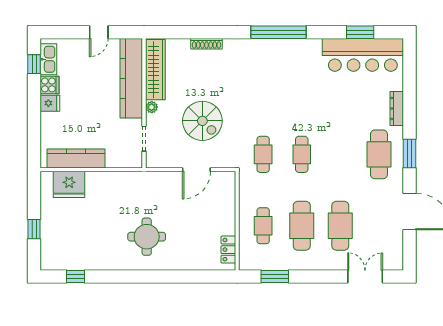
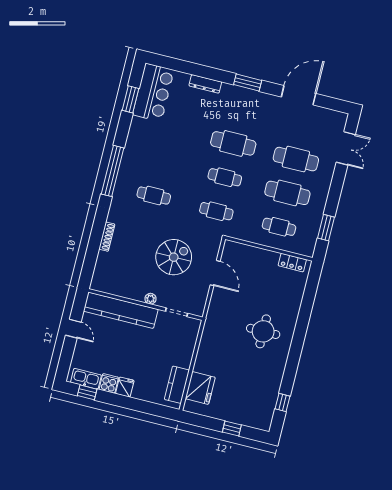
bar counter: (363, 55) -> (153, 92), width x0.73
wardrobe: (155, 70) -> (118, 287), removed
cafe table: (263, 83) -> (154, 196), added
cafe table: (379, 154) -> (233, 143), moved
kitchen counter: (76, 158) -> (177, 385), width x0.67
double door: (365, 276) -> (346, 148), swing flipped

